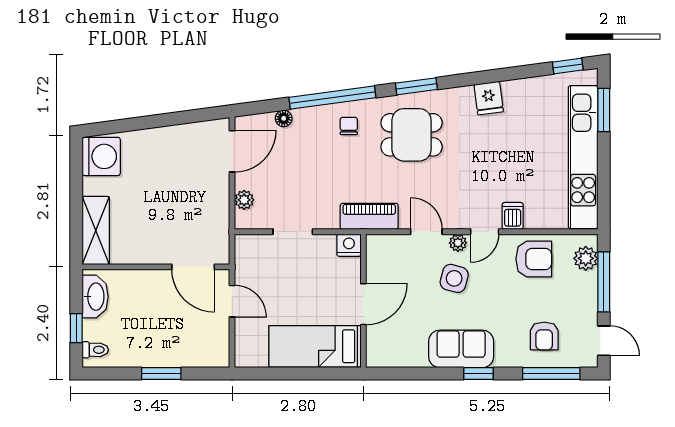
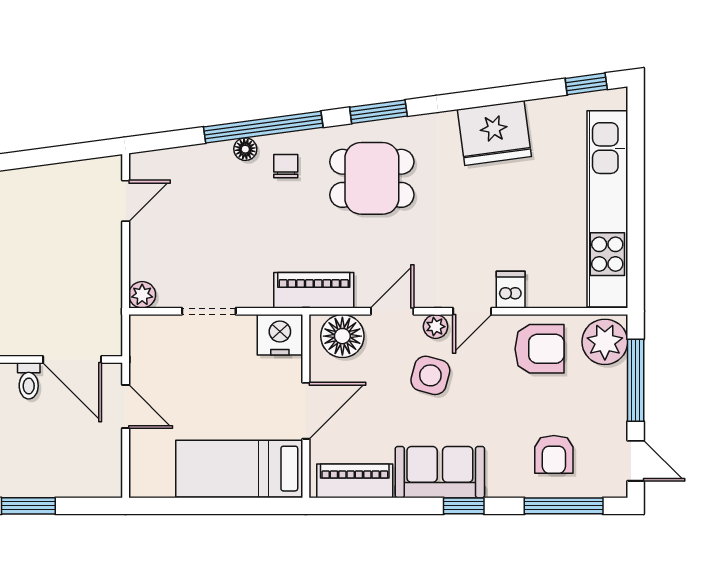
fridge: (489, 98) -> (494, 133), width x1.88, depth x1.34
window: (604, 110) -> (636, 144), removed
floor lamp: (284, 118) -> (245, 149), moved
door: (232, 151) -> (126, 201), width x0.73
plant: (244, 200) -> (142, 295), moved
door: (426, 232) -> (392, 311), hinge flipped
nightstand: (349, 245) -> (280, 335), width x1.36, depth x1.33
floor lamp: (390, 250) -> (342, 336), added
plant: (586, 258) -> (605, 342), width x1.36, depth x1.36
toilet: (161, 282) -> (29, 381), added
piano: (399, 355) -> (355, 481), added

